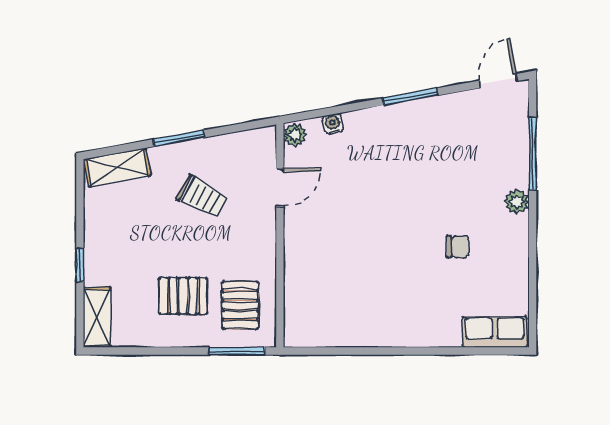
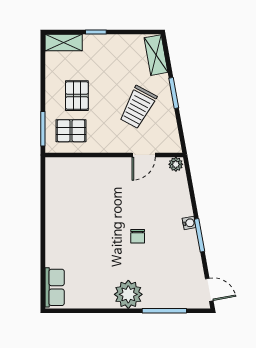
water cooler: (333, 124) -> (189, 223), moved
door: (280, 187) -> (144, 155), hinge flipped
trolley: (202, 197) -> (138, 107), width x1.36, depth x1.39
plant: (517, 202) -> (128, 294), width x1.88, depth x1.88
chair: (458, 247) -> (138, 236), moved

